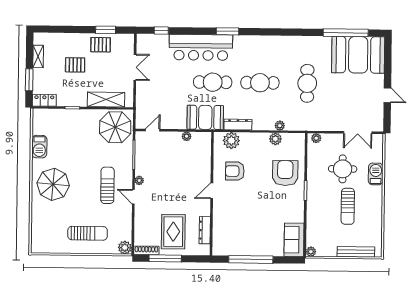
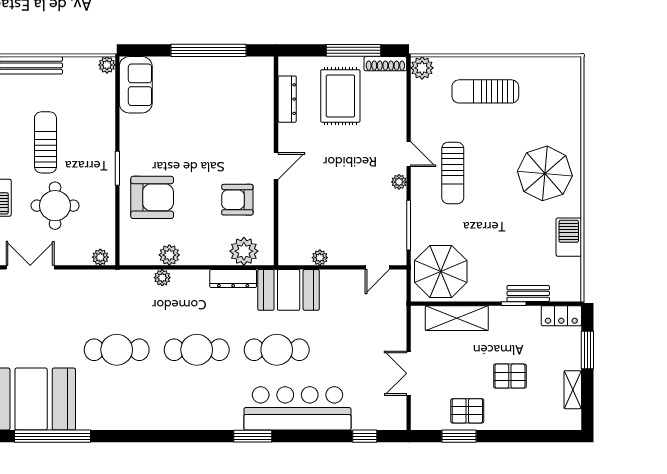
cafe table: (307, 83) -> (117, 350), turned 90
bench: (64, 114) -> (528, 293), added
armchair: (235, 171) -> (237, 200), turned 180
armchair: (285, 173) -> (152, 197), turned -90

